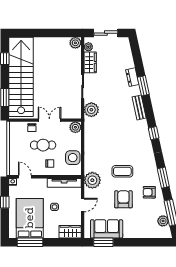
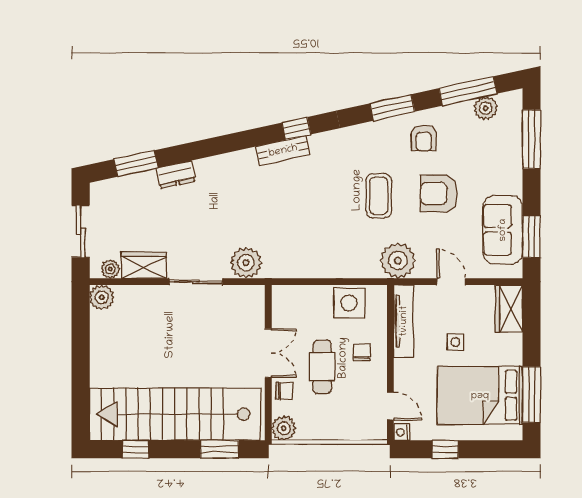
window: (143, 86) -> (136, 164), moved
bench: (139, 107) -> (283, 151), moved
double door: (49, 120) -> (268, 353), swing flipped
plant: (75, 127) -> (284, 428), moved
door: (25, 177) -> (390, 406), swing flipped
window: (149, 242) -> (531, 139), added

